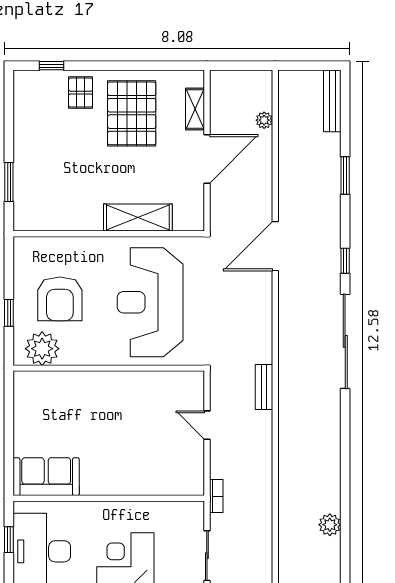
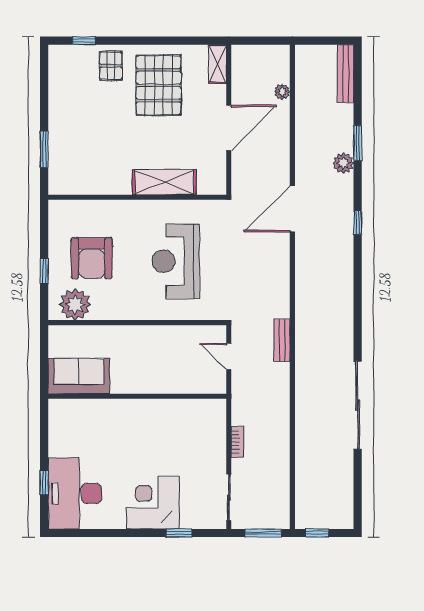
shelving: (195, 109) -> (218, 64), moved
reception desk: (150, 302) -> (176, 261), width x0.74, depth x0.77
sliding door: (345, 341) -> (358, 405), moved
door: (207, 425) -> (229, 356), moved
sofa: (46, 477) -> (79, 376), moved
wall: (109, 498) -> (137, 396), moved
plant: (330, 525) -> (343, 163), moved

